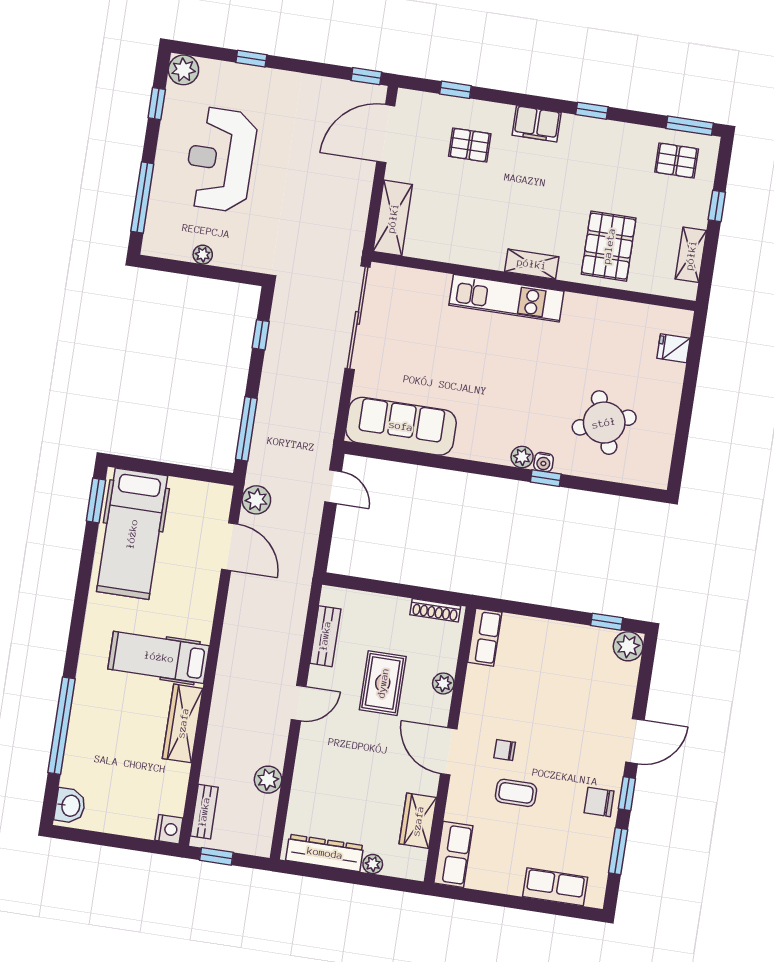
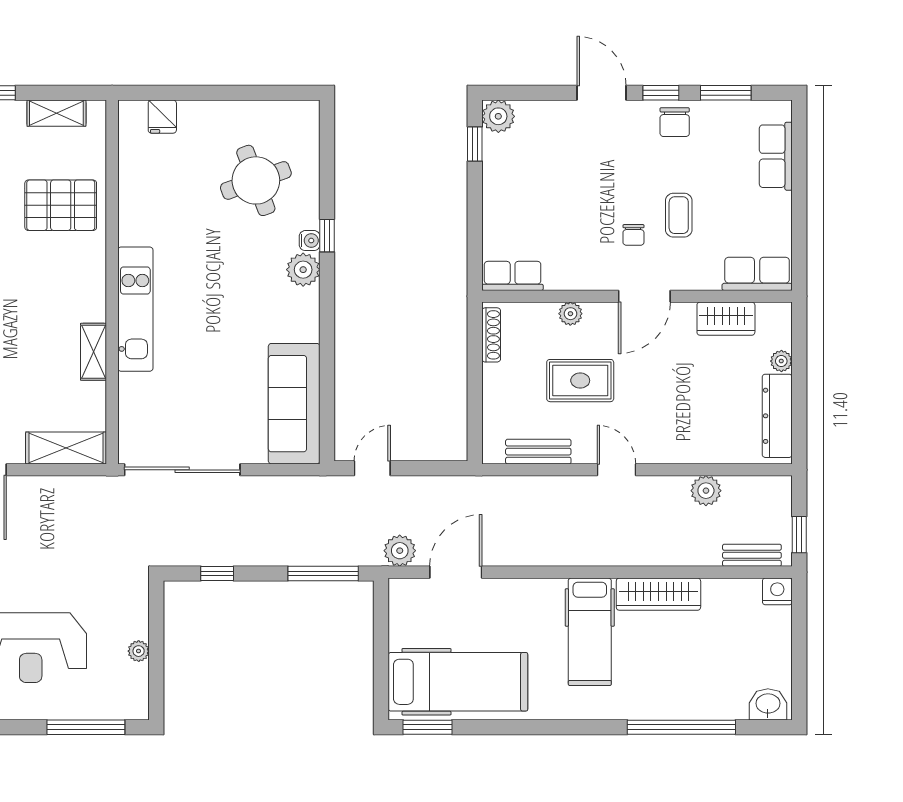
shelving: (532, 264) -> (94, 352), moved
plant: (522, 457) -> (303, 270), width x1.38, depth x1.38

